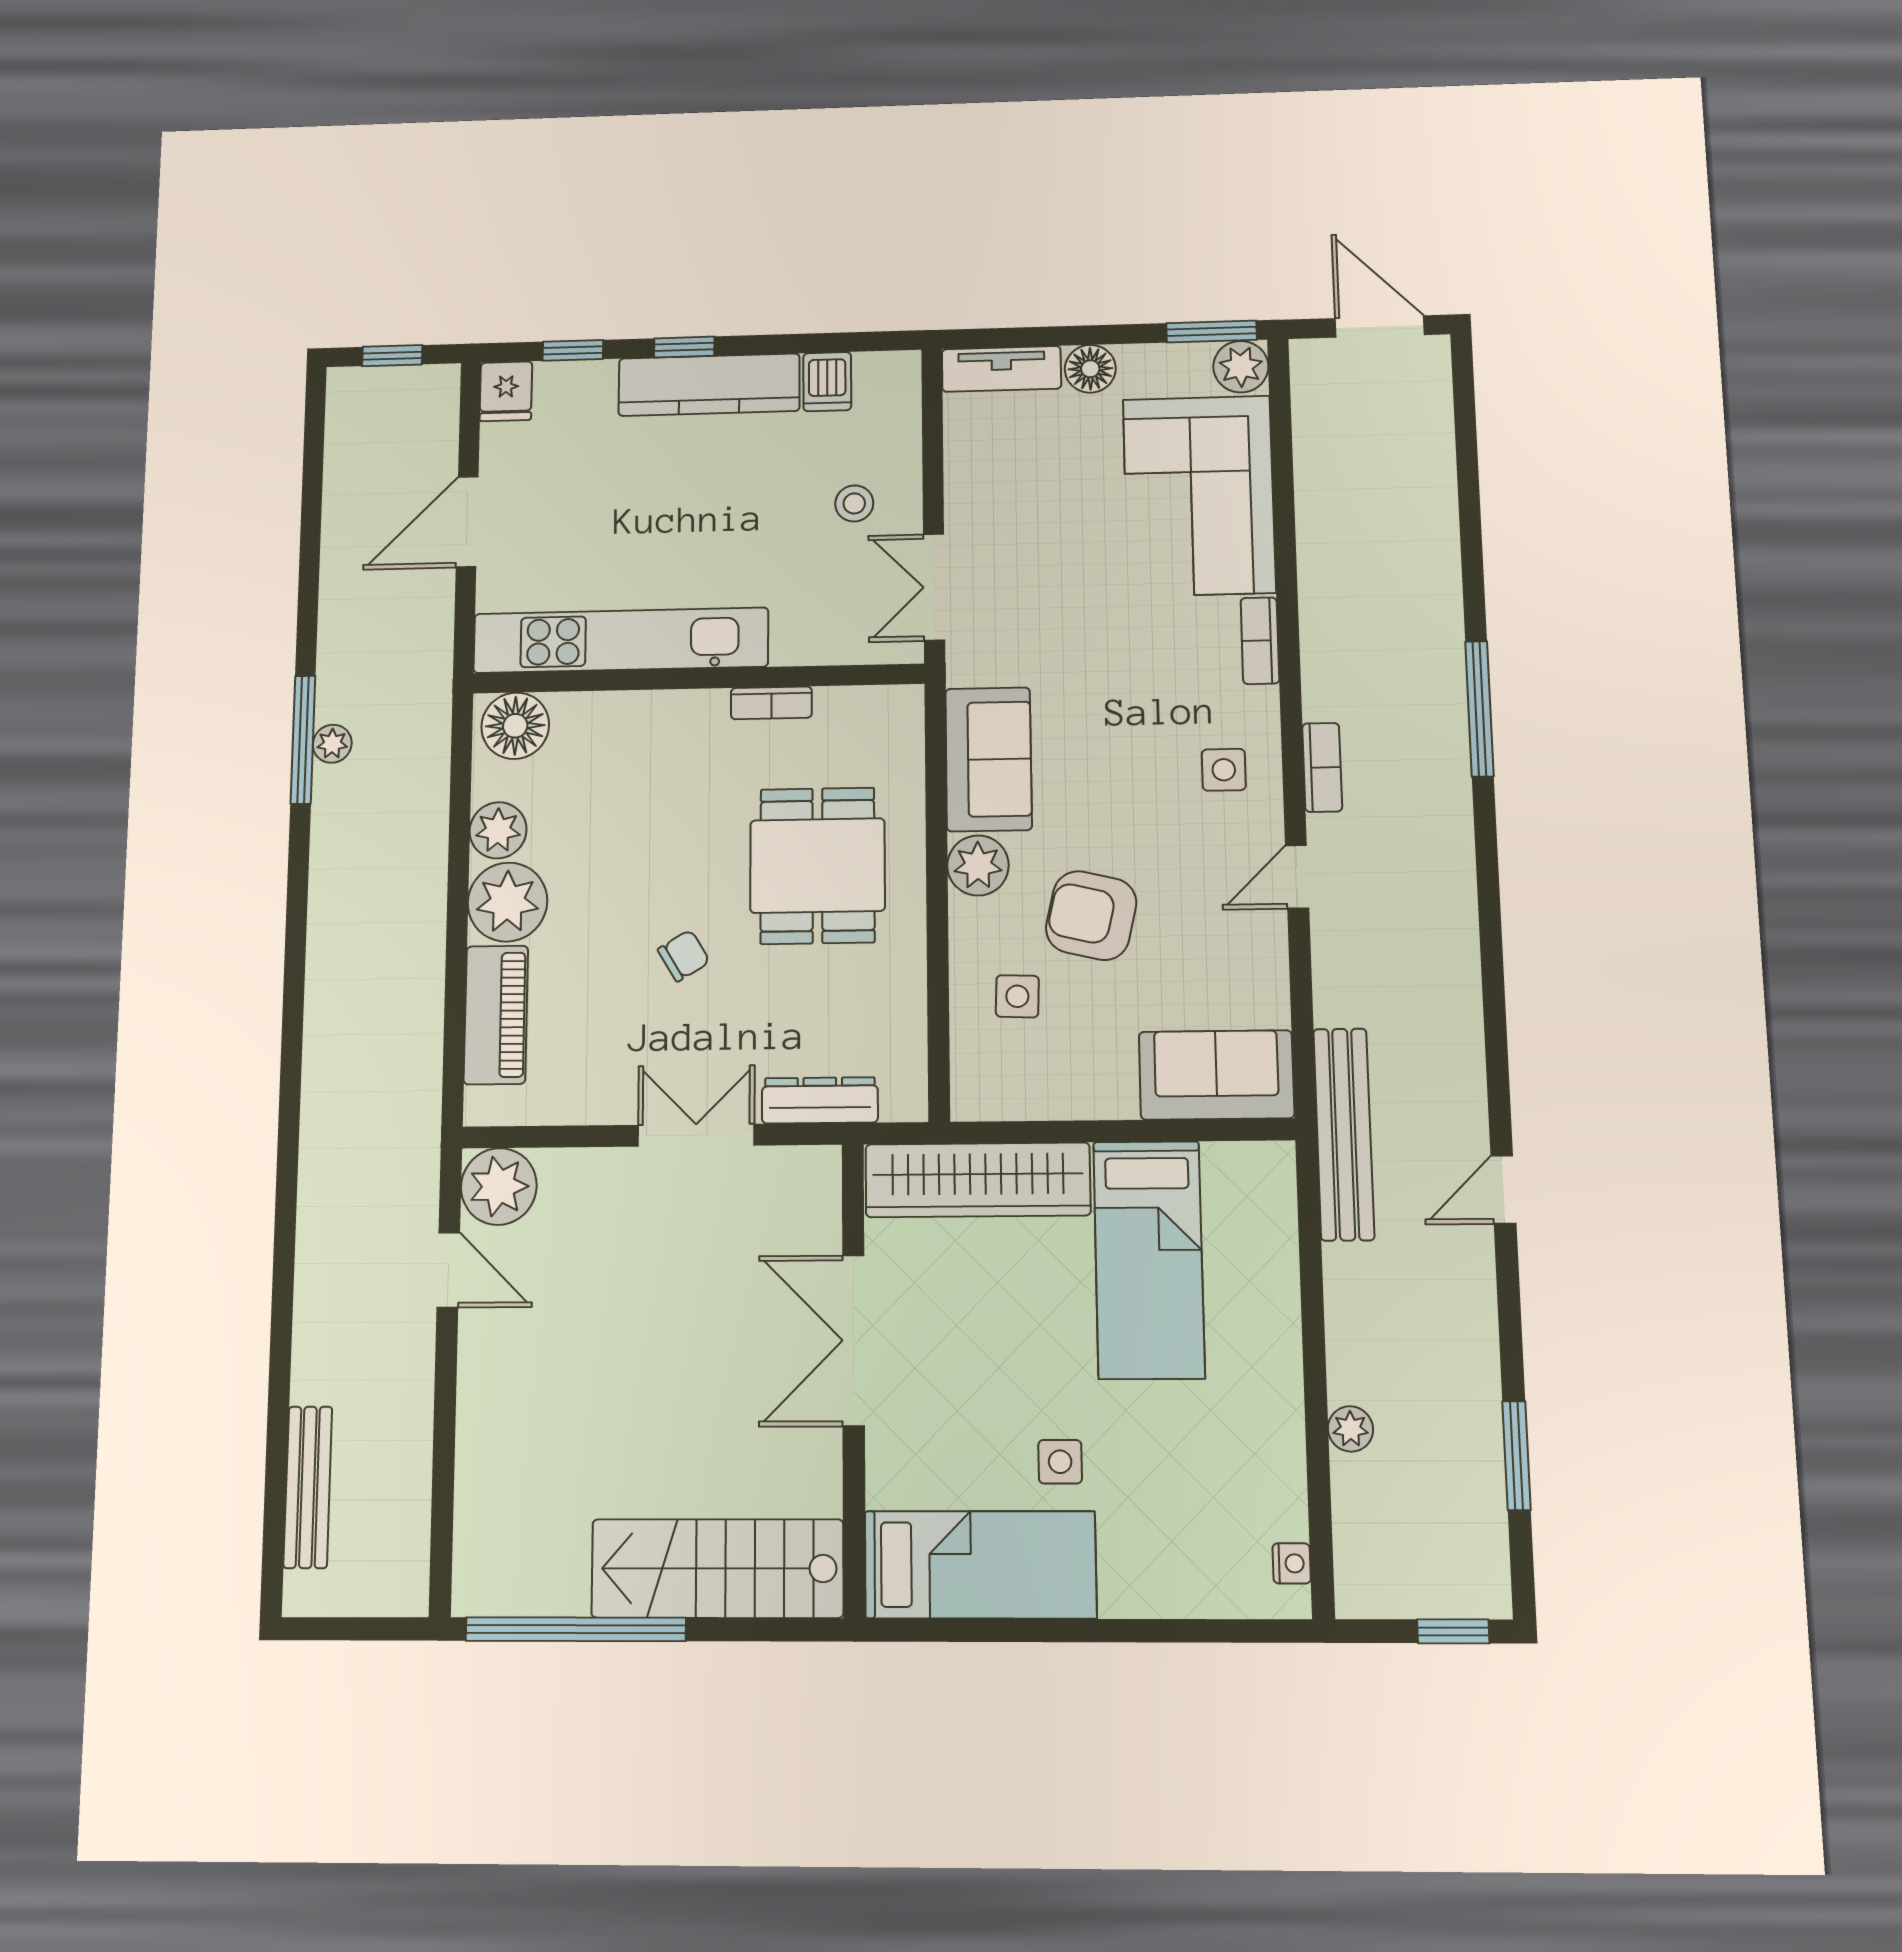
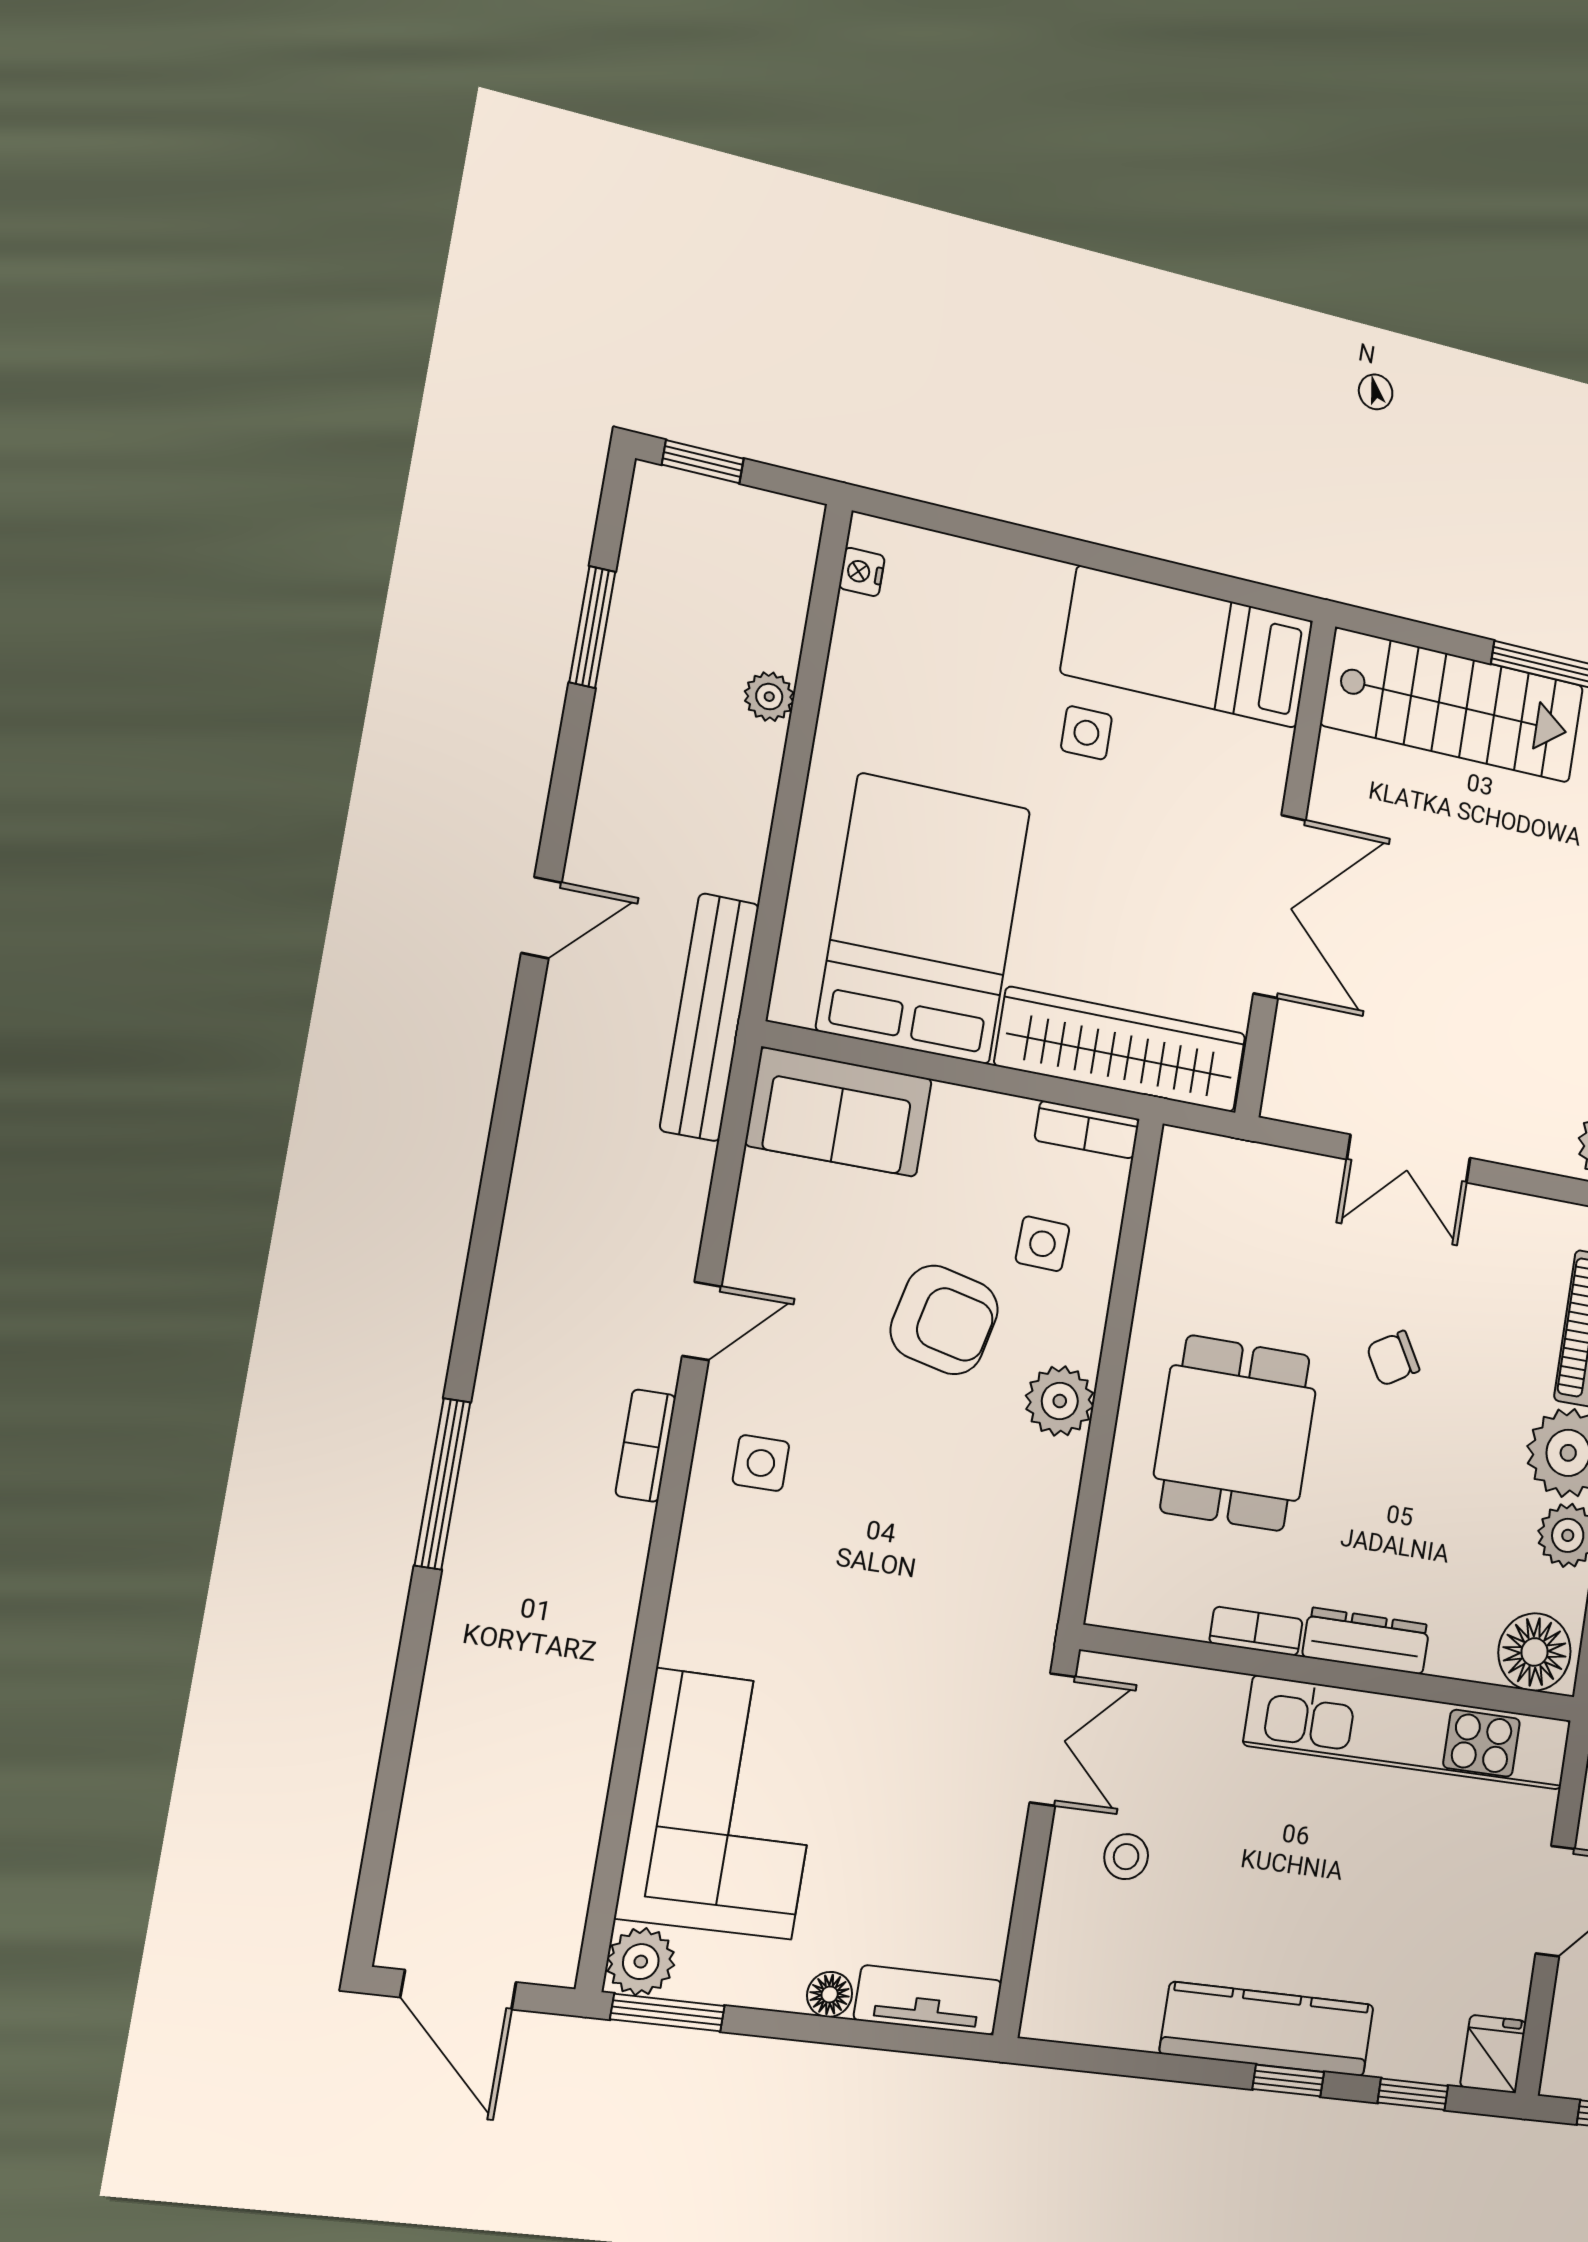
floor lamp: (1090, 369) -> (830, 1994), width x0.73, depth x0.73
dishwasher: (827, 382) -> (1133, 2013), removed
bookcase: (1260, 641) -> (1087, 1130), moved, turned 90
sofa: (988, 759) -> (1027, 1523), removed
dresser: (820, 1100) -> (1366, 1641), moved, turned 180
bed: (1149, 1259) -> (924, 919), width x1.50

